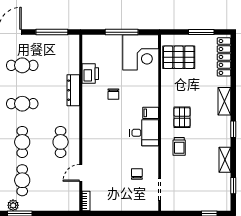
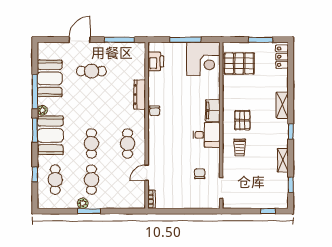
locker: (224, 57) -> (282, 57), width x0.66
printer: (90, 74) -> (156, 61), moved
chair: (113, 94) -> (155, 111), moved
cafe table: (22, 104) -> (91, 107), removed
filing cabinet: (151, 113) -> (213, 111), width x2.00

